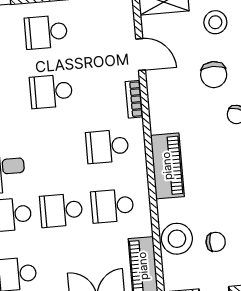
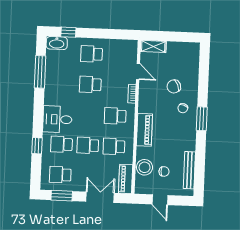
stool: (215, 22) -> (178, 60), removed
chair: (214, 75) -> (174, 86), turned 67

